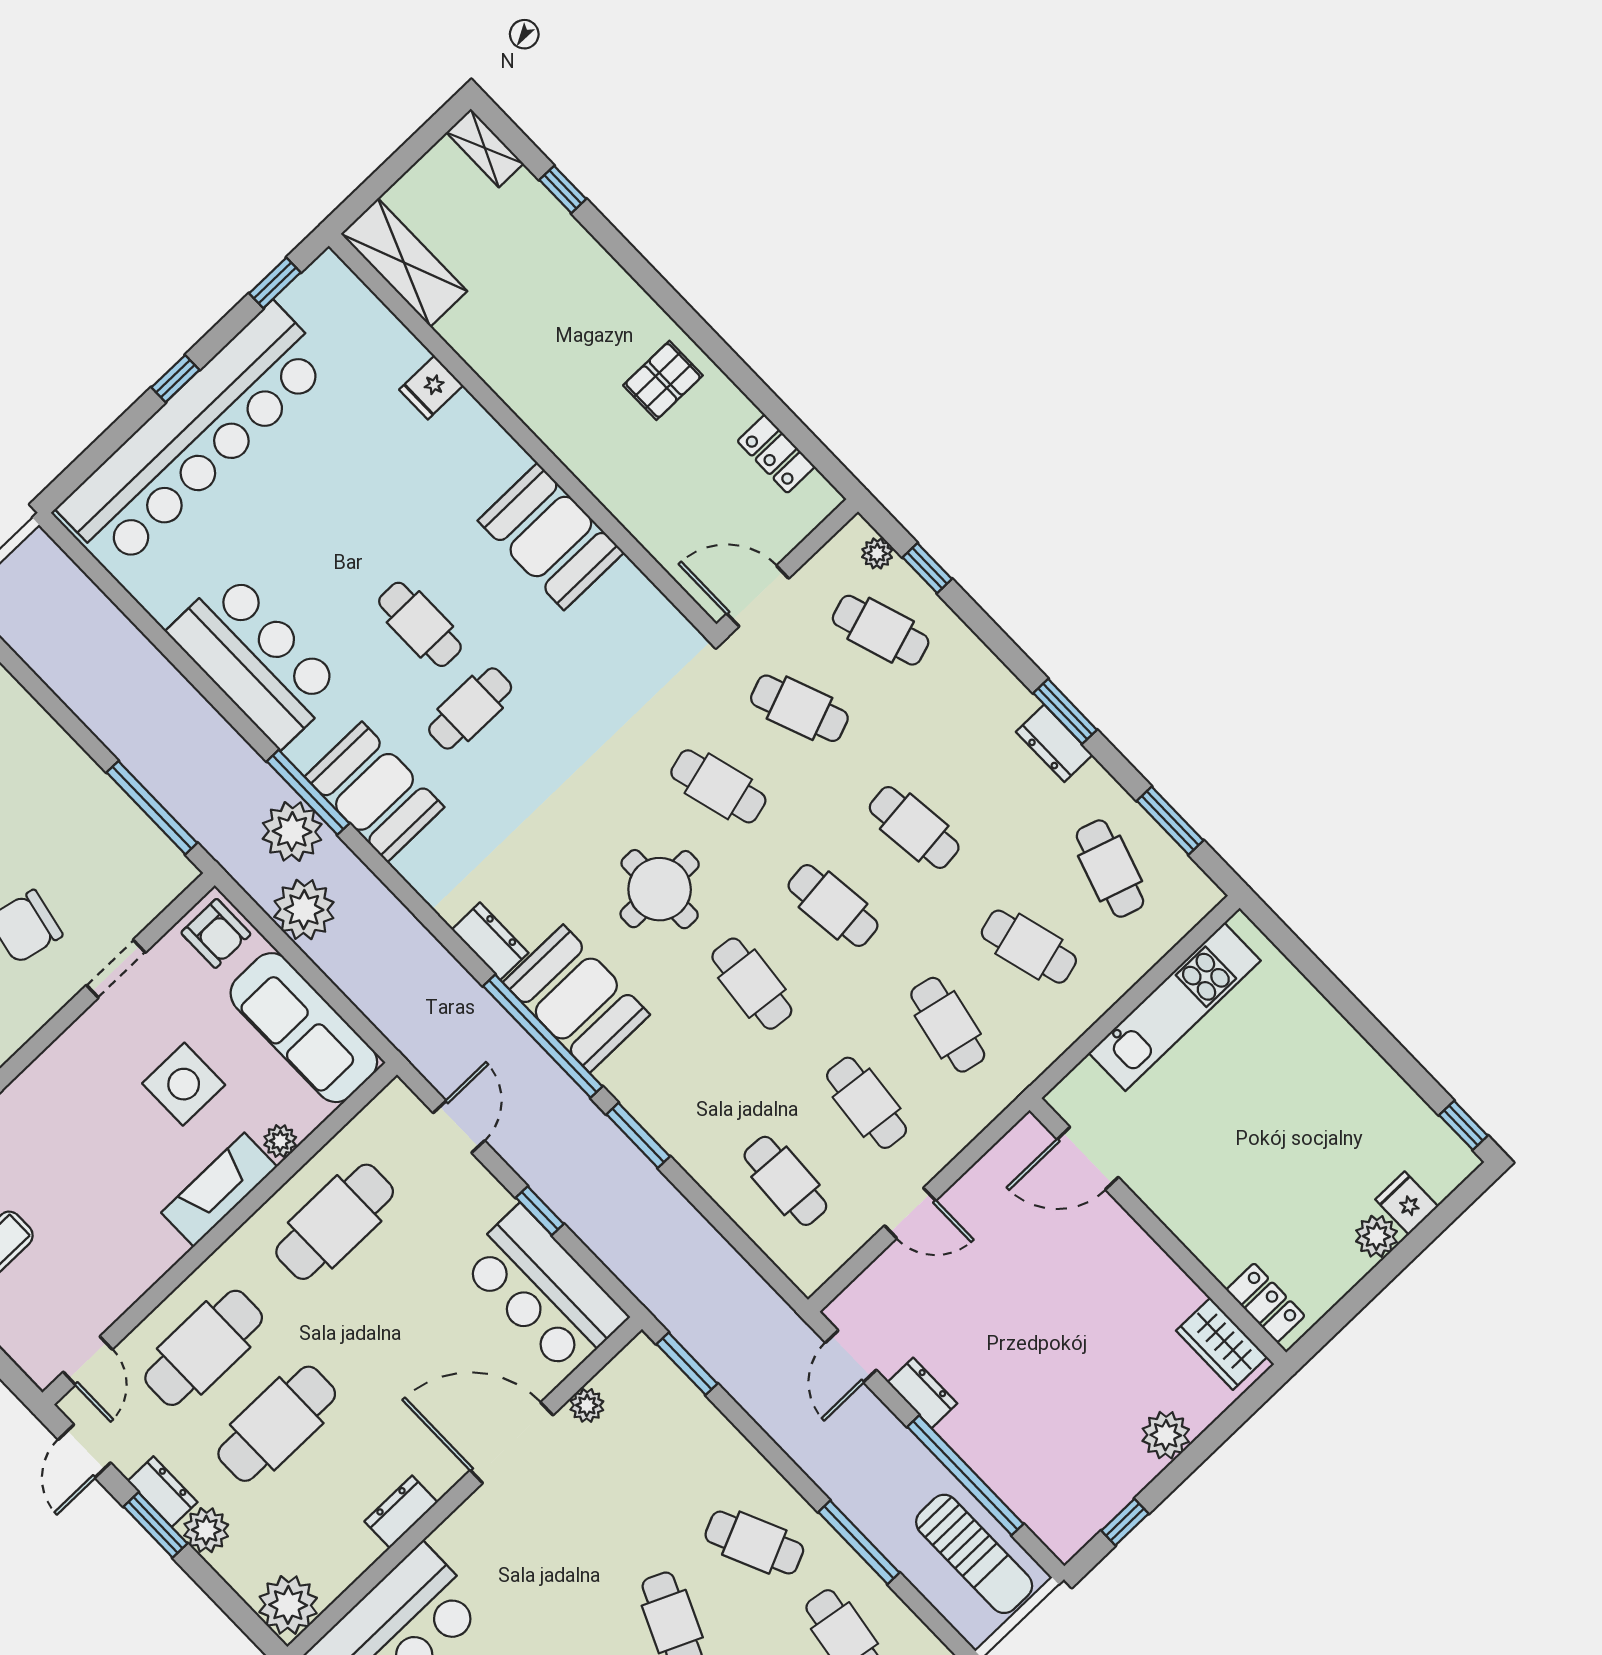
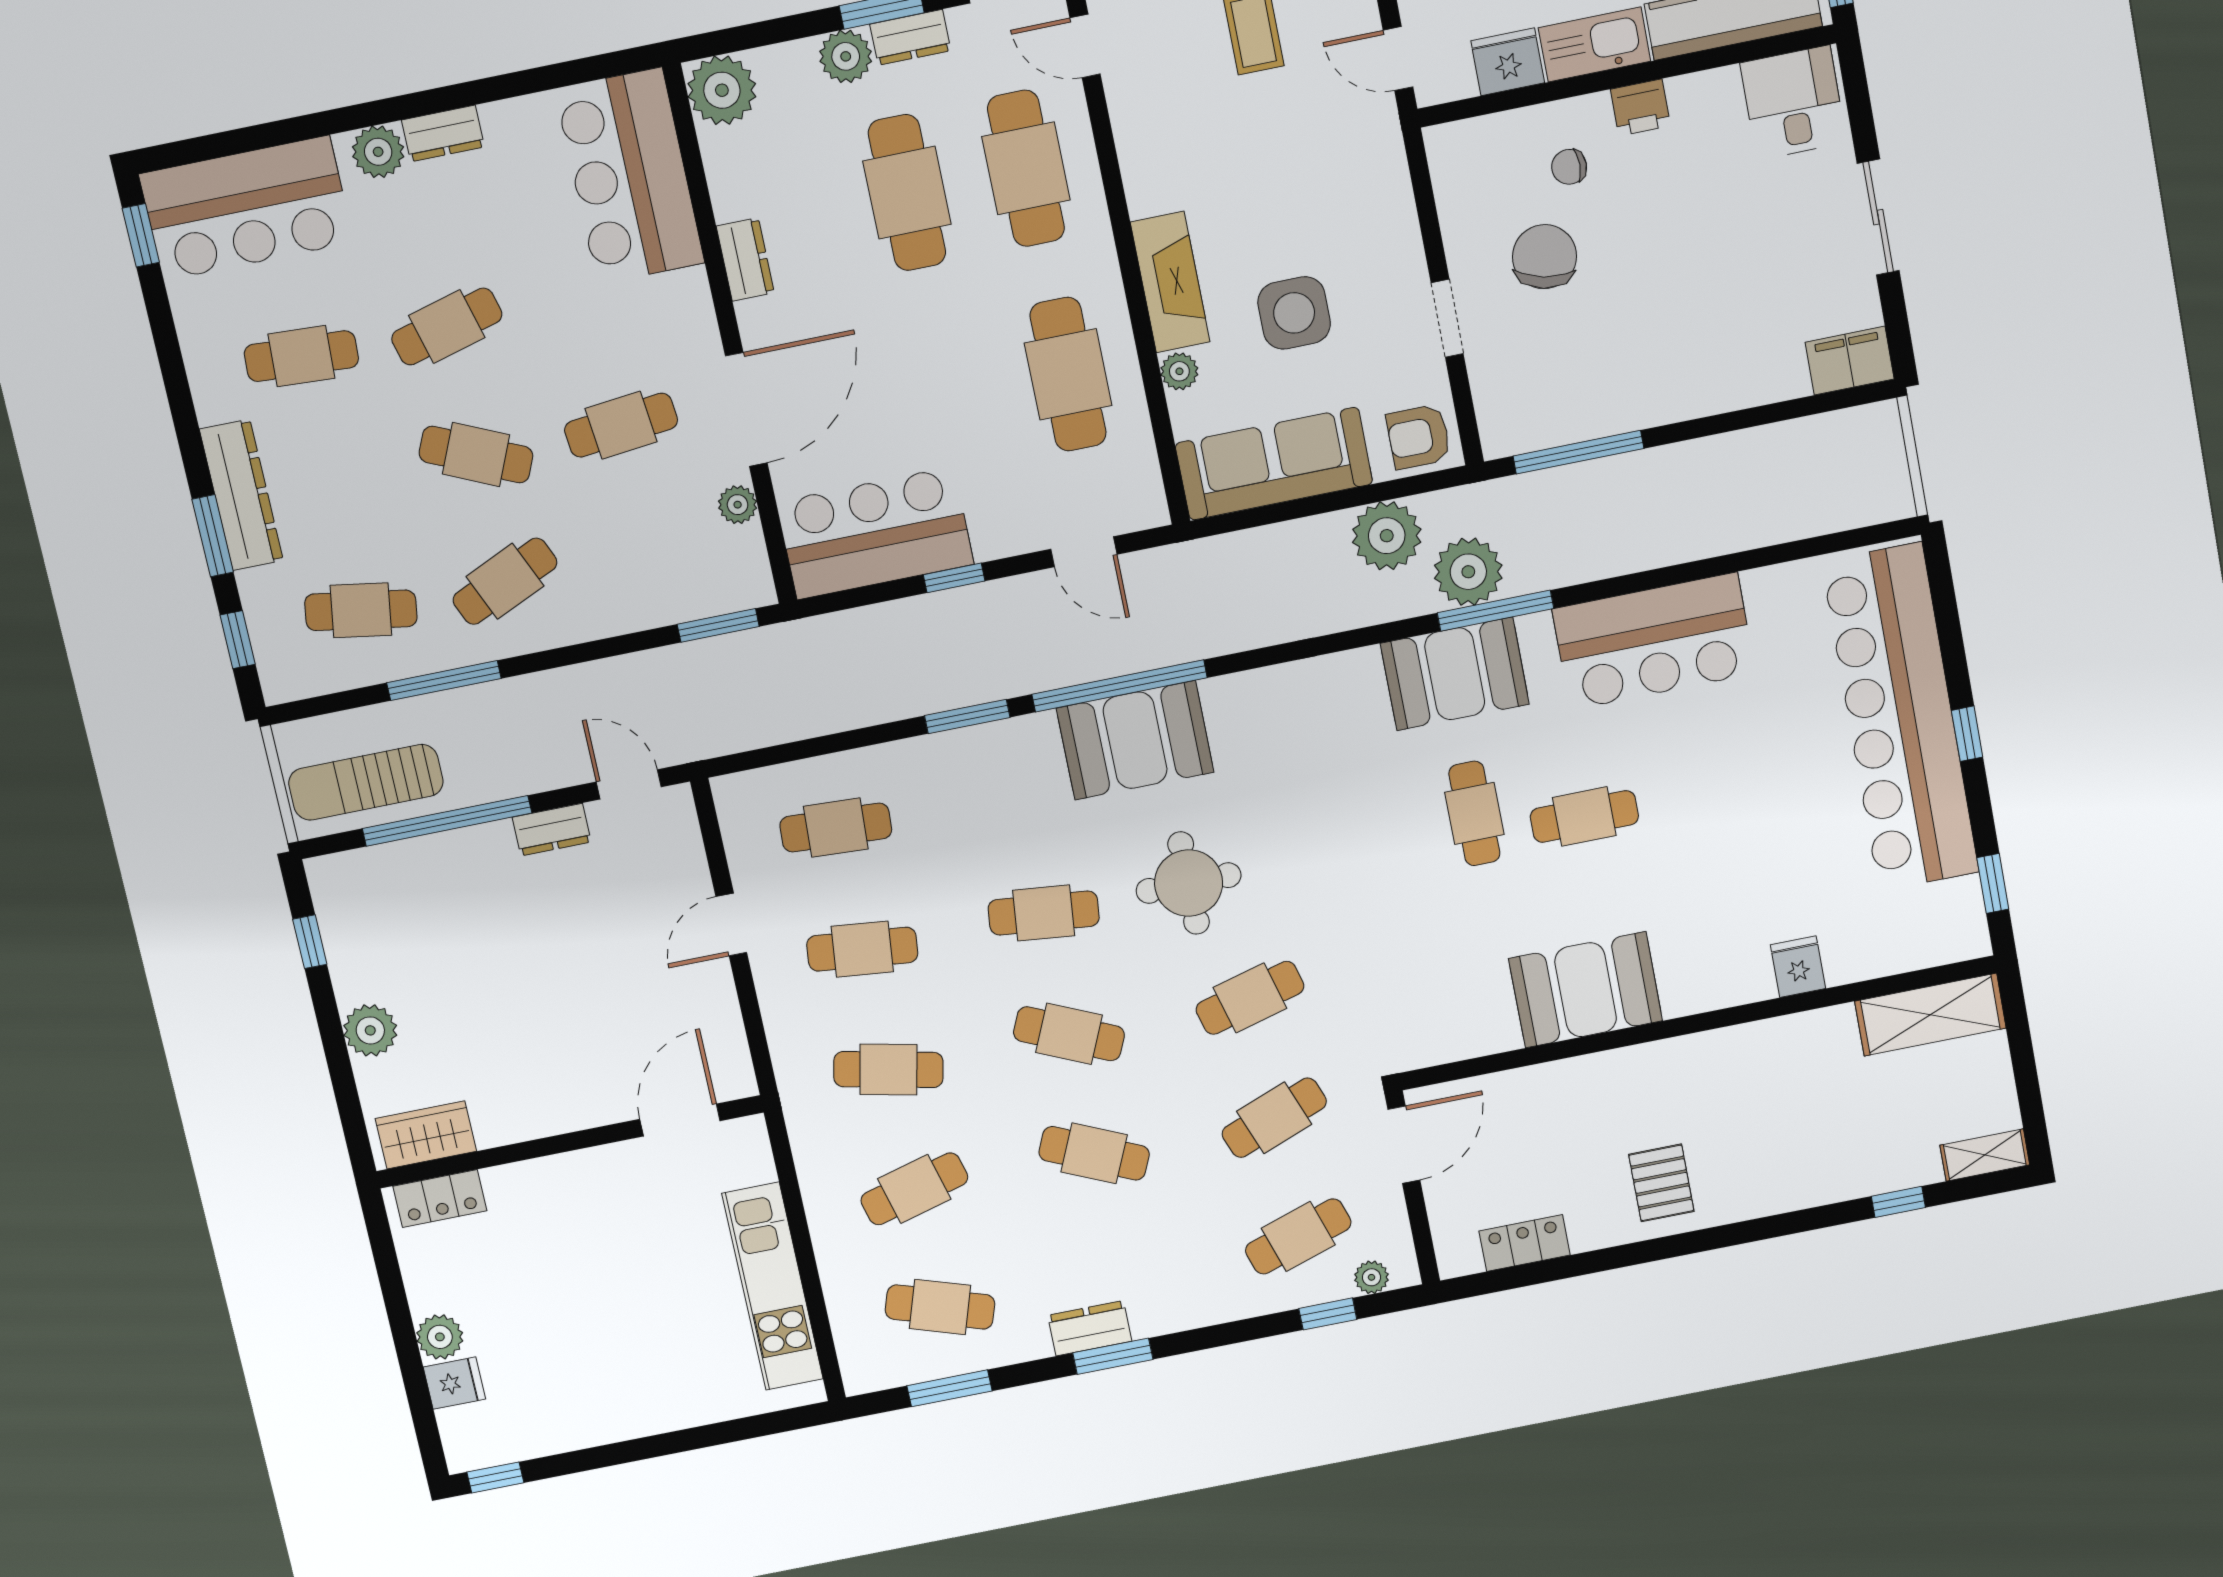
cafe table: (914, 827) -> (1094, 1153), turned 30
cafe table: (833, 906) -> (1069, 1034), turned 30
dresser: (490, 941) -> (1242, 693), removed
cafe table: (582, 1528) -> (621, 425), added

